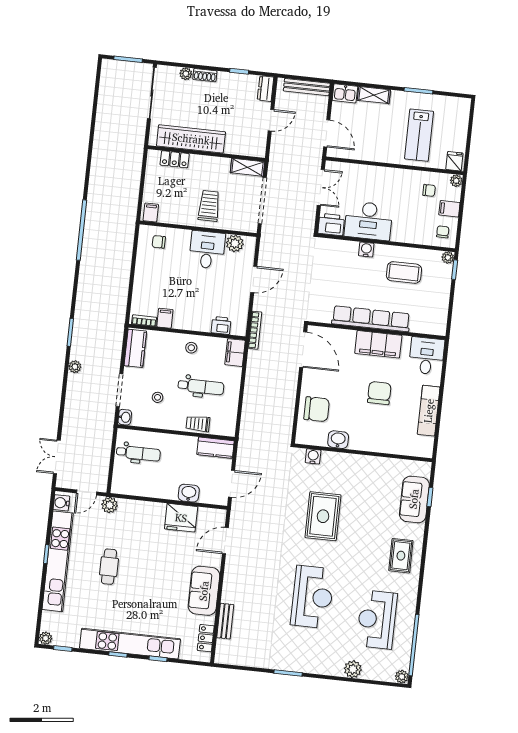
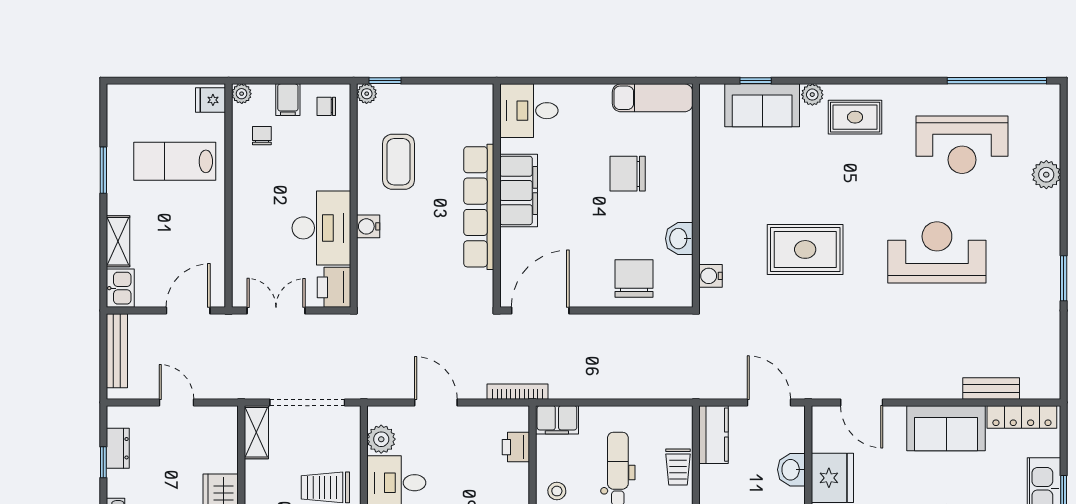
dresser: (266, 89) -> (118, 448), moved, turned -90
lab bench: (419, 135) -> (175, 161), turned 180
chair: (379, 393) -> (628, 174), moved
exam couch: (429, 411) -> (653, 98), moved
locker: (206, 638) -> (1022, 417), width x1.53
plant: (402, 677) -> (812, 95), moved

